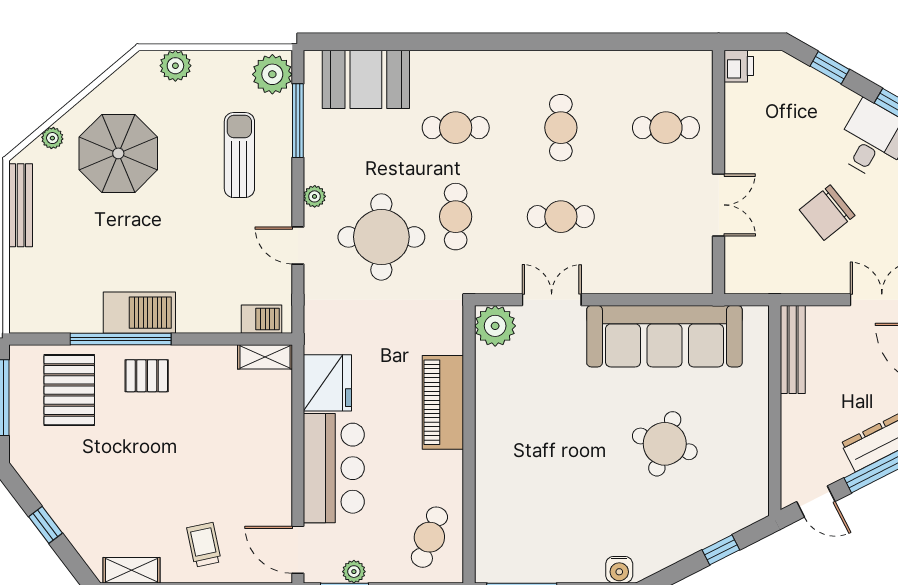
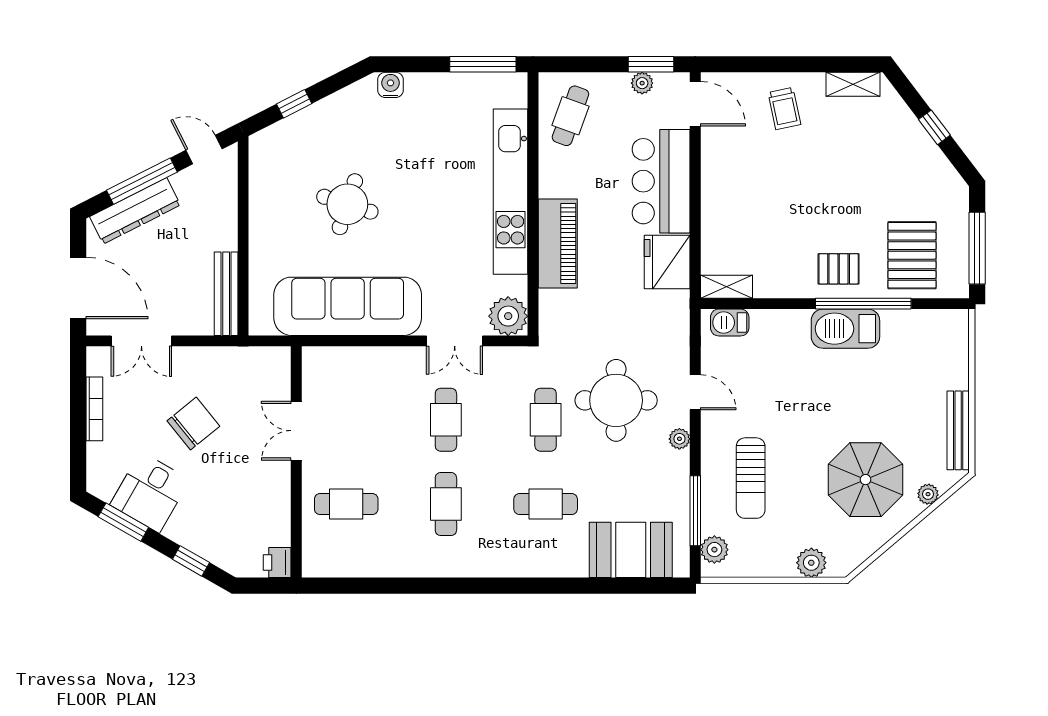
plant: (272, 74) -> (714, 550), width x0.73, depth x0.73
cafe table: (561, 217) -> (446, 420), turned 90
kitchen unit: (493, 457) -> (511, 192), added

